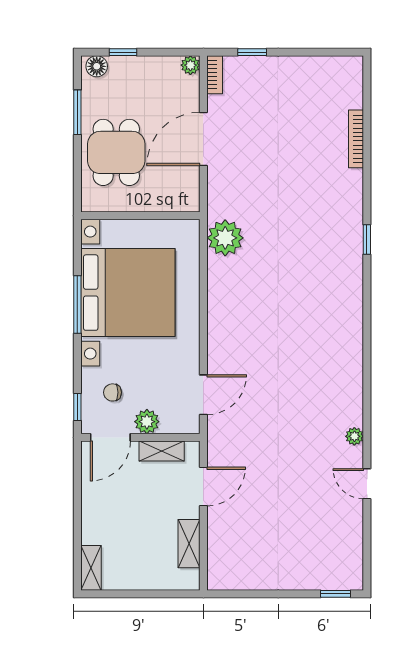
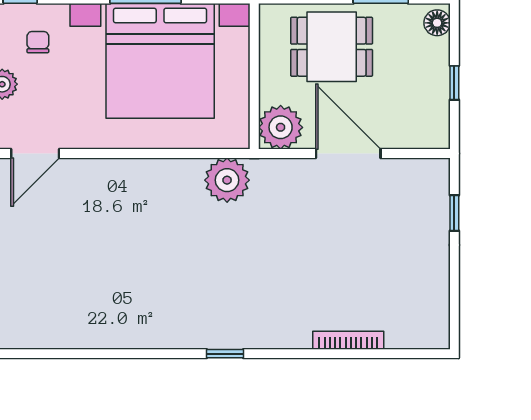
window: (123, 52) -> (454, 83), moved
plant: (190, 65) -> (281, 127), moved, width x1.88, depth x1.88
bookcase: (215, 75) -> (427, 167), removed
door: (203, 395) -> (35, 154), hinge flipped

